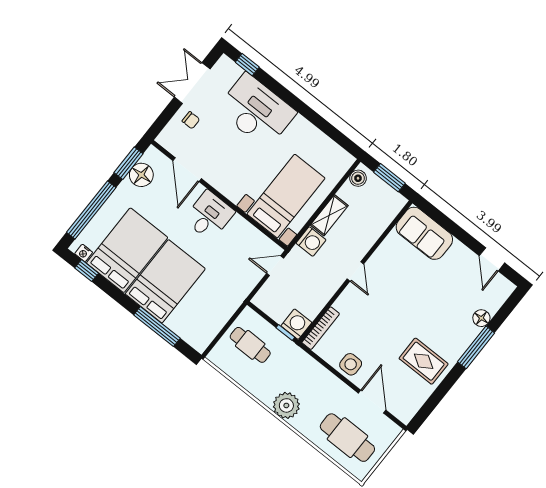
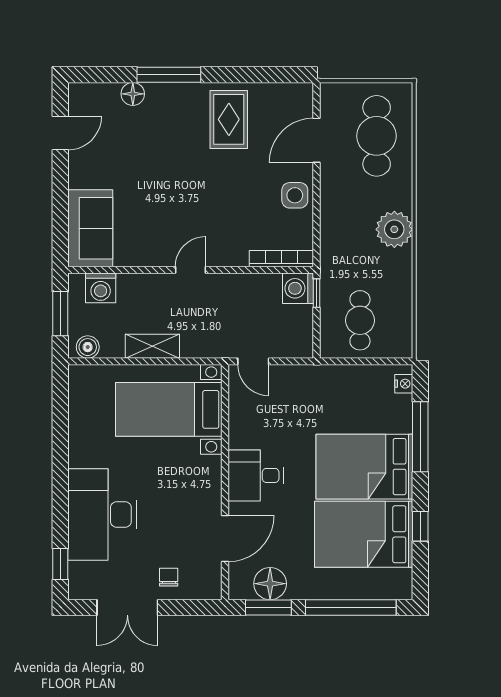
washing machine: (311, 242) -> (101, 288), moved, turned 180
nightstand: (84, 253) -> (404, 384), moved
window: (87, 271) -> (420, 526), moved

